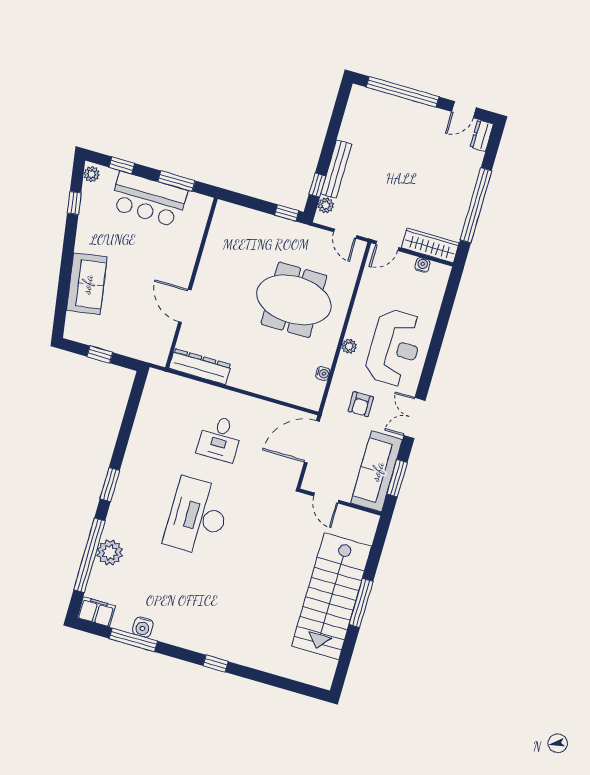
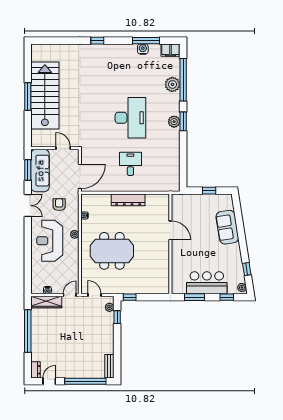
bench: (336, 169) -> (109, 366), moved, width x0.73
dresser: (200, 367) -> (128, 200), moved
plant: (125, 489) -> (174, 122), added

